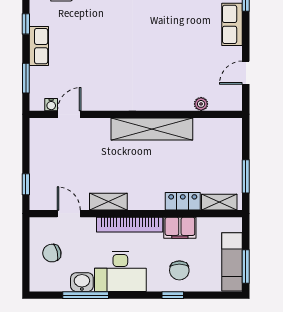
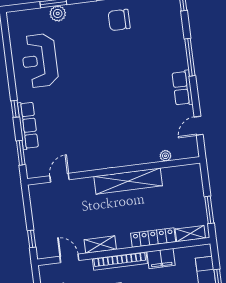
row of seats: (39, 46) -> (28, 125), width x1.48
water cooler: (51, 105) -> (44, 172), removed
locker: (183, 201) -> (153, 238), width x1.53

